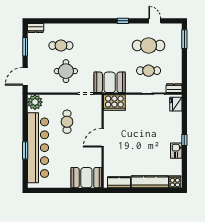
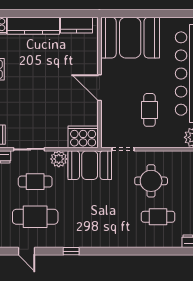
plant: (132, 87) -> (59, 159), added
door: (103, 138) -> (99, 88), swing flipped
booth: (86, 178) -> (130, 38), width x1.36, depth x1.42

